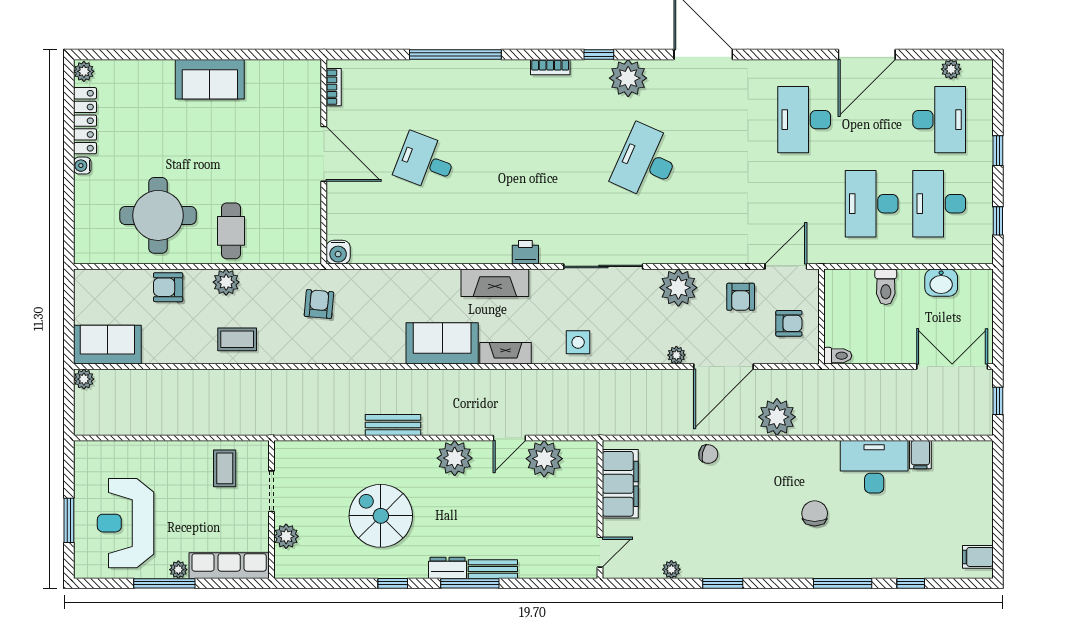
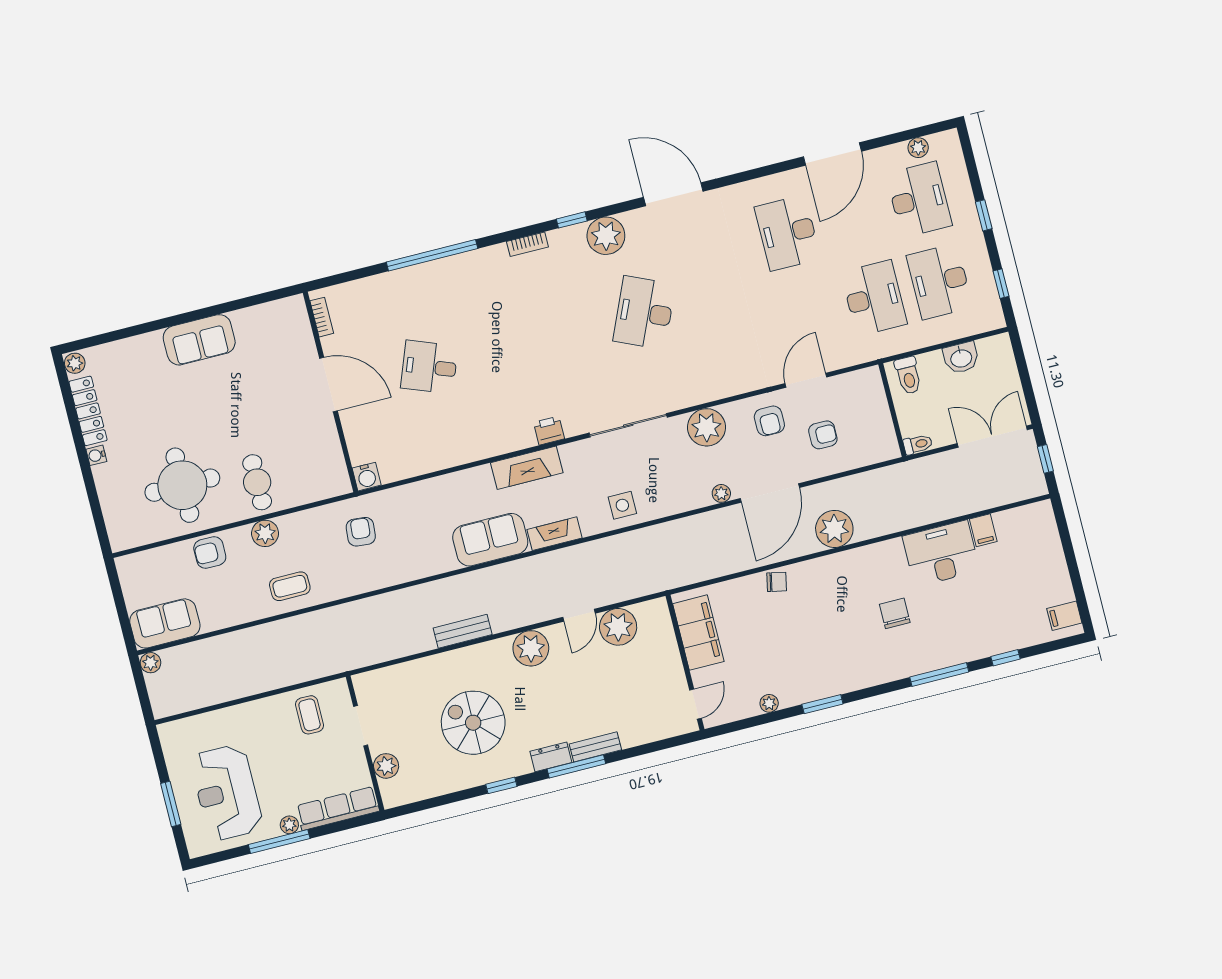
desk: (872, 204) -> (874, 298), turned 180
wall: (822, 316) -> (892, 410), moved
toilet: (838, 356) -> (918, 444), moved

